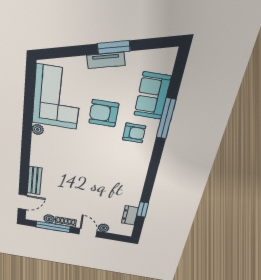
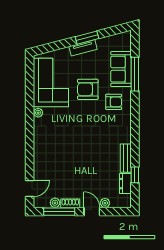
window: (166, 119) -> (135, 74), moved
bench: (34, 181) -> (126, 158), moved

